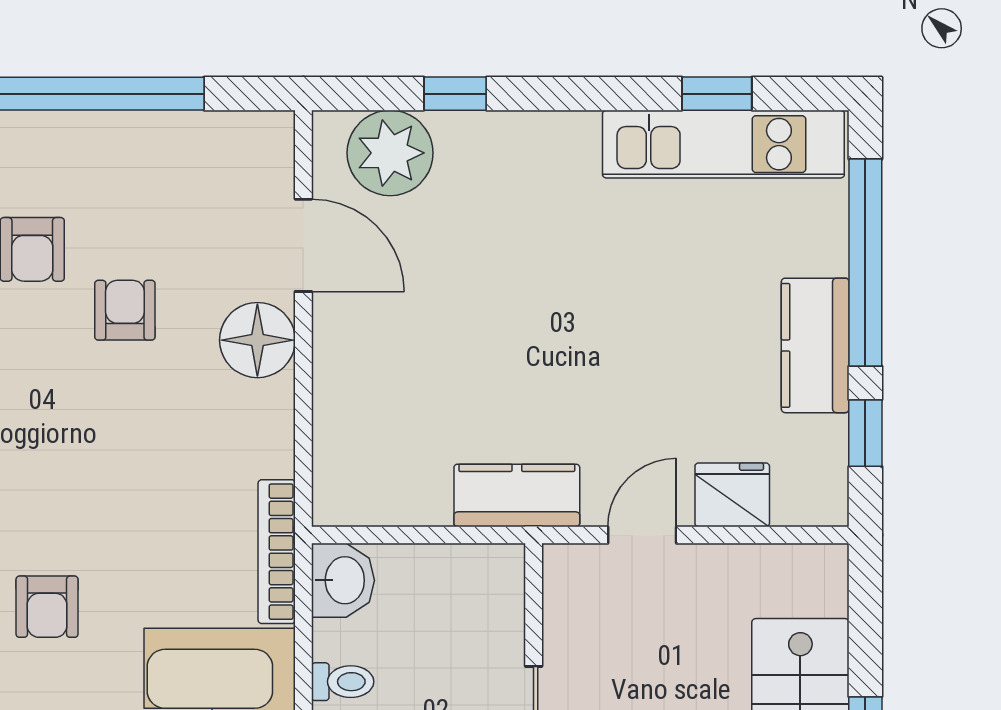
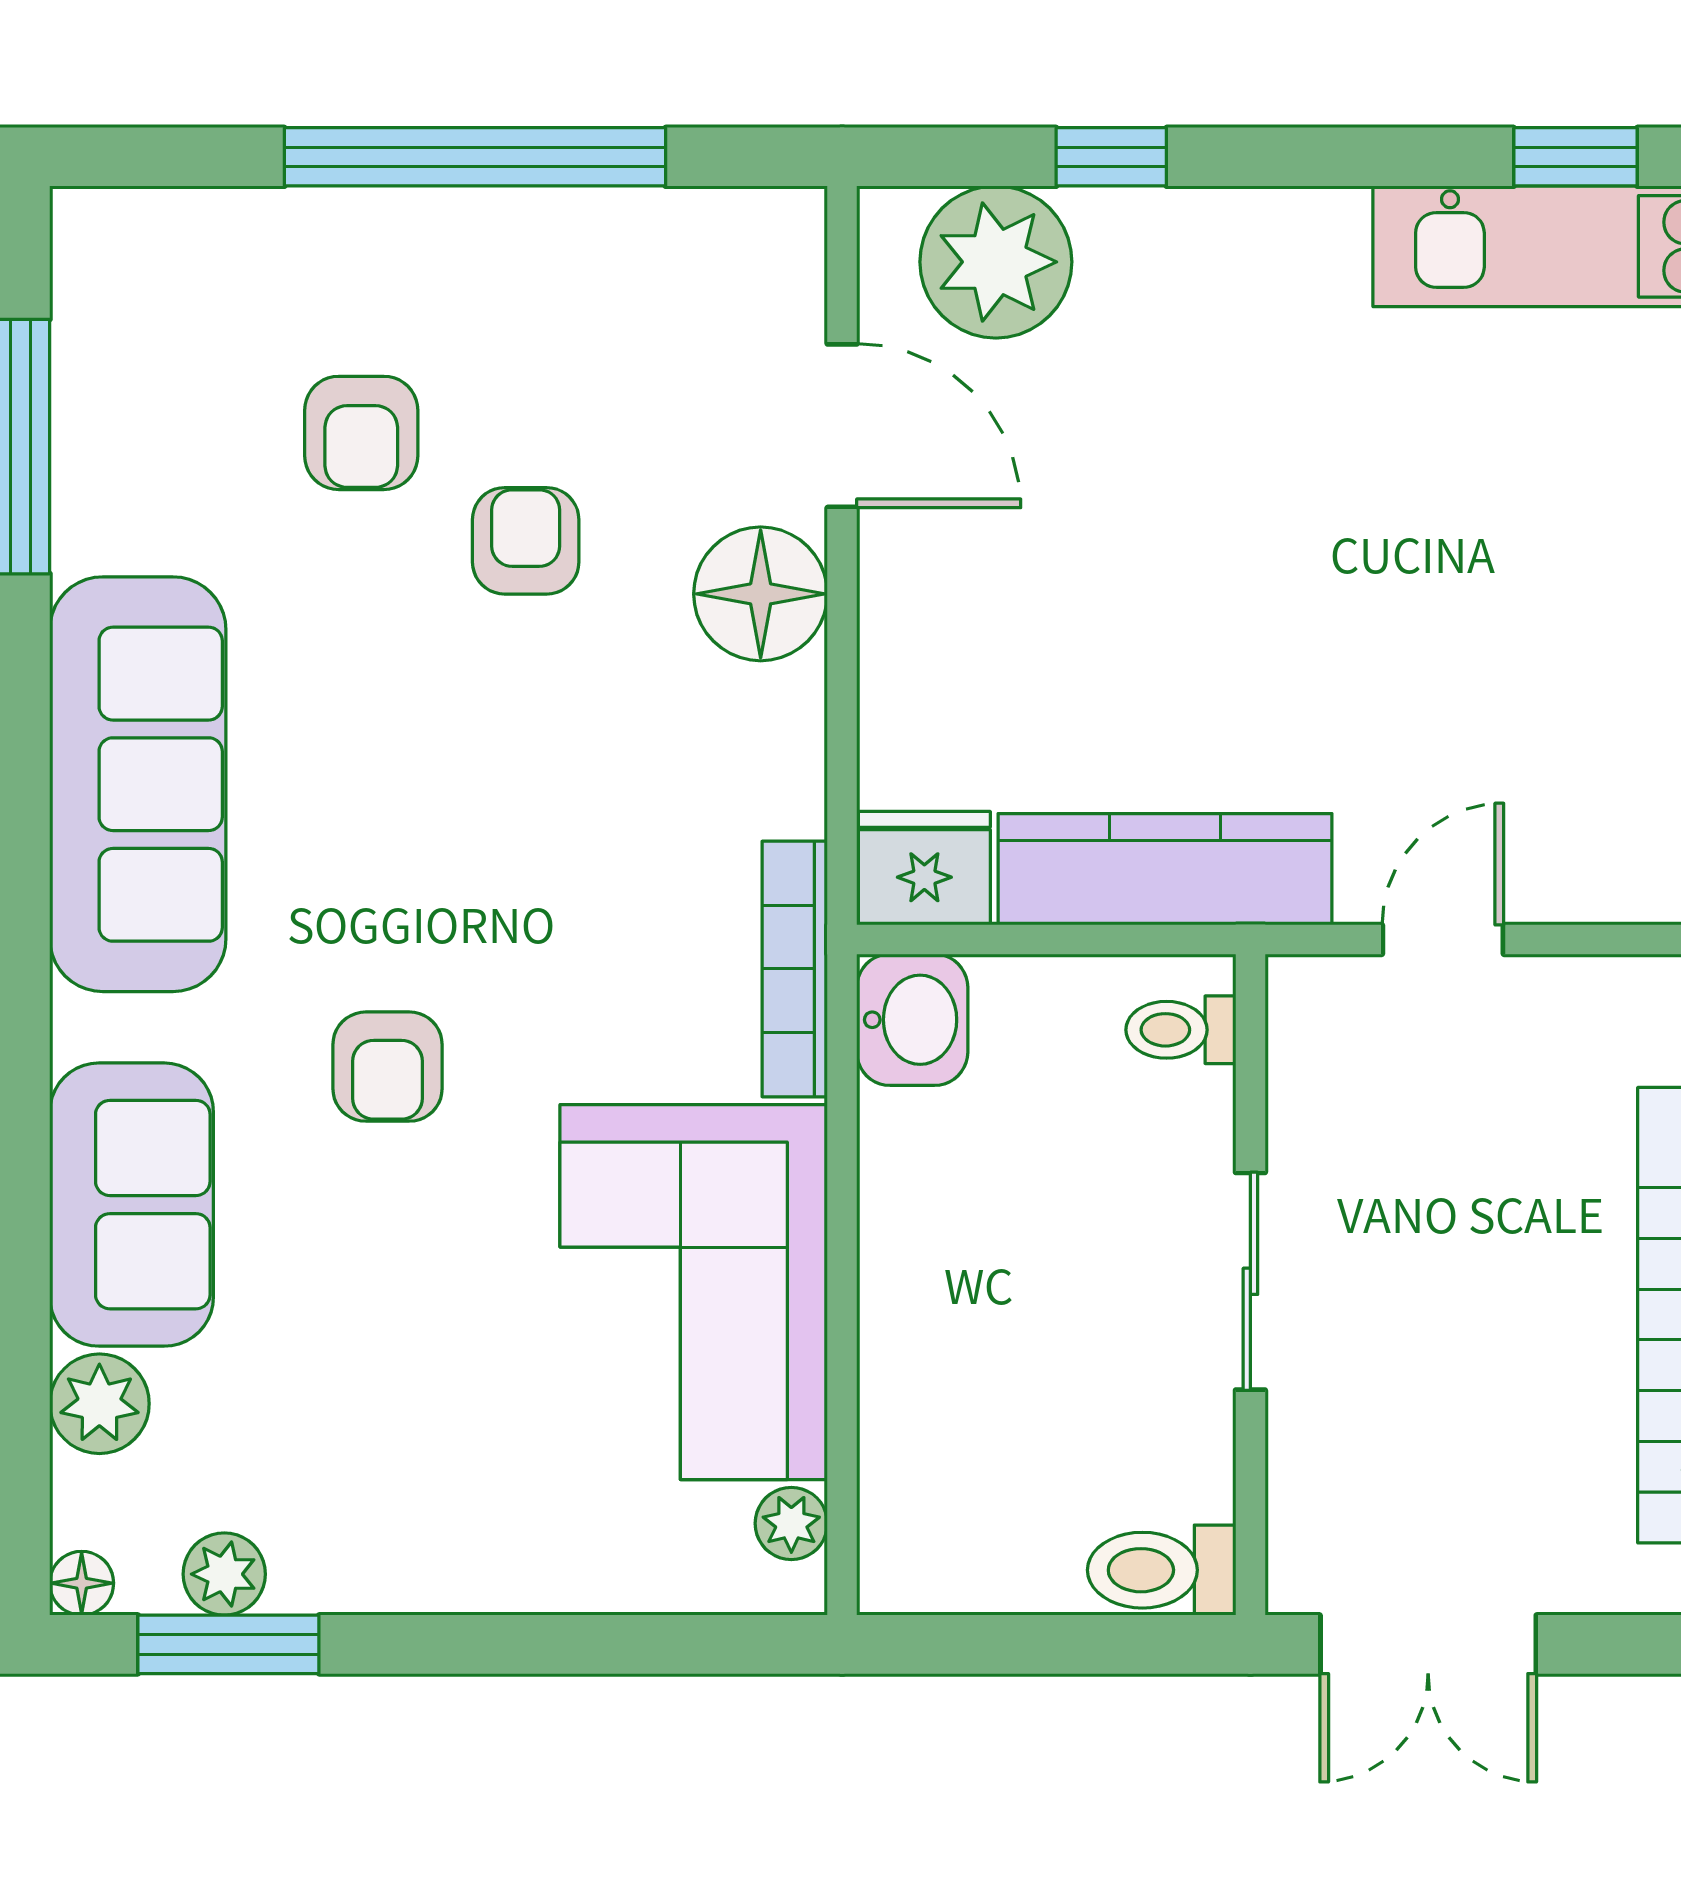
kitchen counter: (517, 495) -> (1165, 869), width x1.50
fridge: (732, 495) -> (924, 868), moved
toilet: (343, 682) -> (1181, 1030), moved, turned 180

